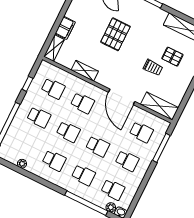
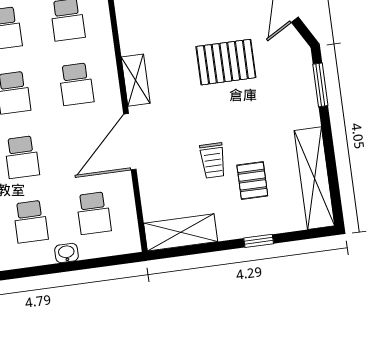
shelving: (85, 71) -> (136, 80), moved
shelving: (160, 106) -> (181, 232), moved, turned 90
window: (161, 148) -> (90, 264), removed
washbasin: (150, 155) -> (66, 253), added

